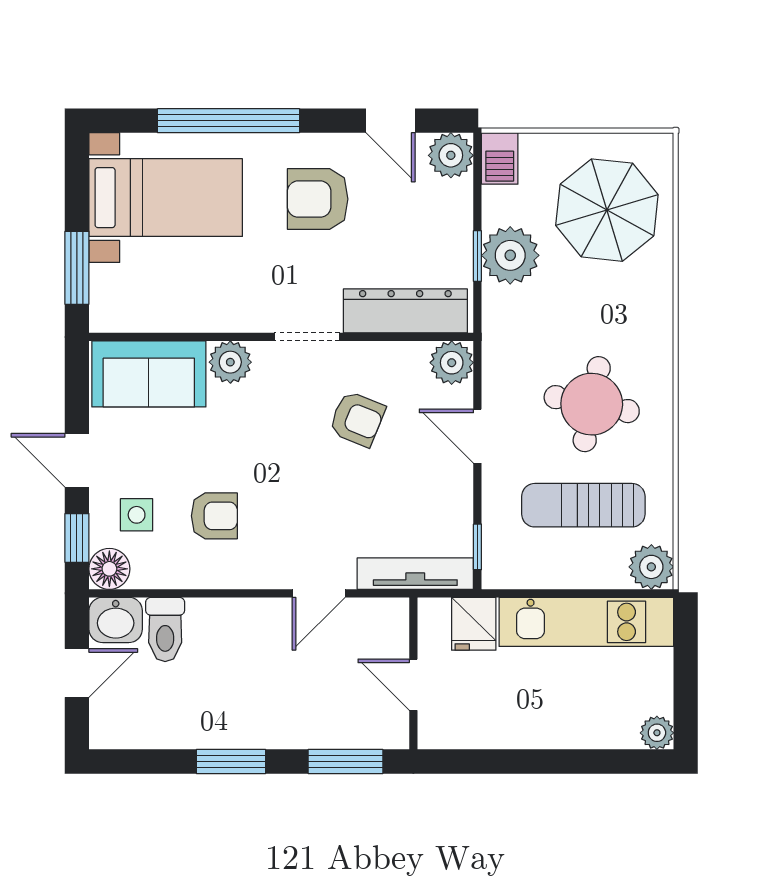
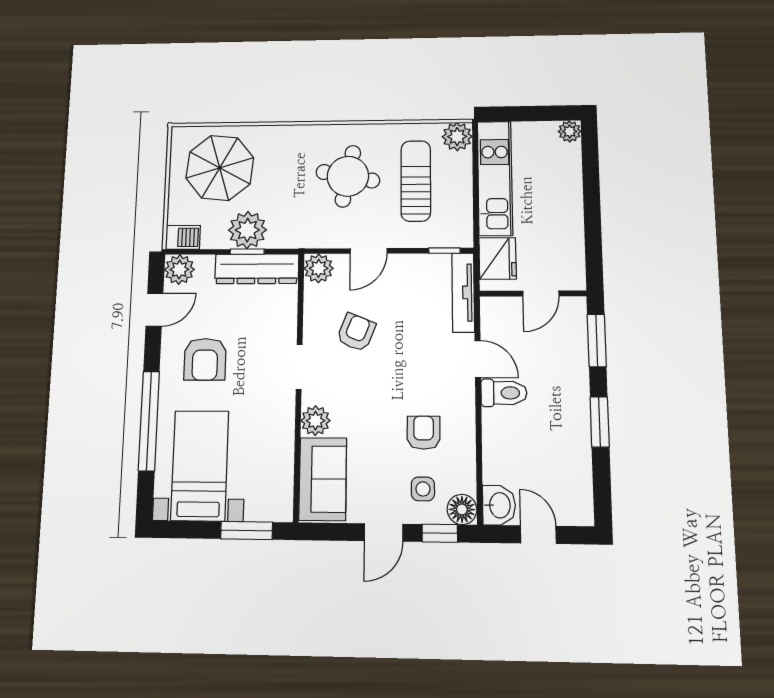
dresser: (405, 311) -> (257, 269), moved, turned -90
sun lounger: (583, 505) -> (416, 181), turned 180
fridge: (474, 624) -> (498, 258), width x1.38
toilet: (165, 629) -> (504, 393), moved

